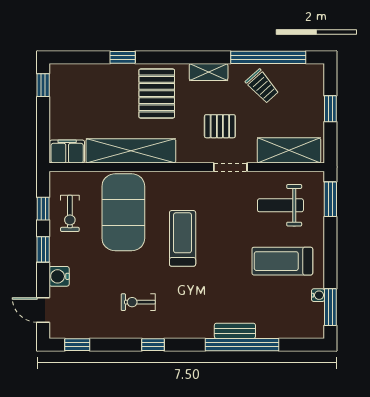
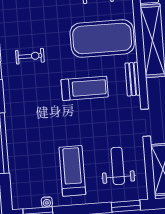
exercise bike: (138, 302) -> (30, 56), turned 90
bench: (235, 331) -> (133, 79), moved

